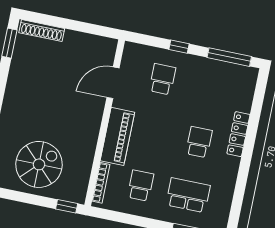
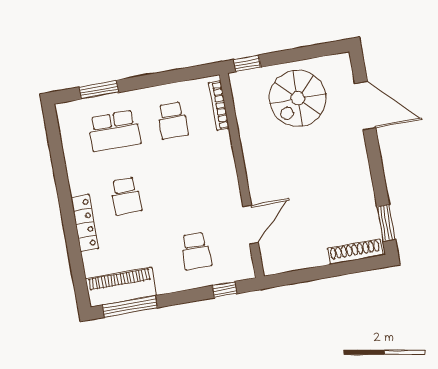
window: (179, 47) -> (224, 290), moved
piano: (117, 136) -> (121, 287), moved, turned 90

